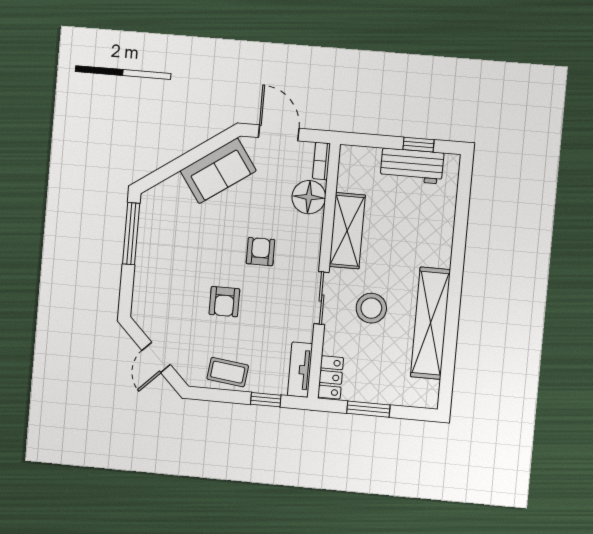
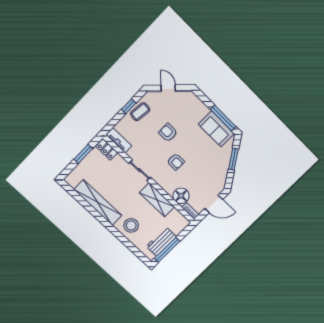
window: (419, 145) -> (167, 250), width x2.17
window: (181, 163) -> (233, 159), added
sofa: (218, 171) -> (216, 129), moved, turned -55
stool: (371, 308) -> (131, 225), moved
window: (266, 400) -> (129, 106), moved

